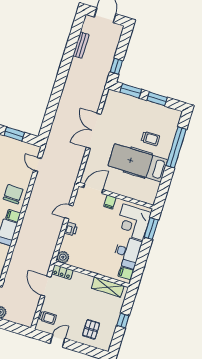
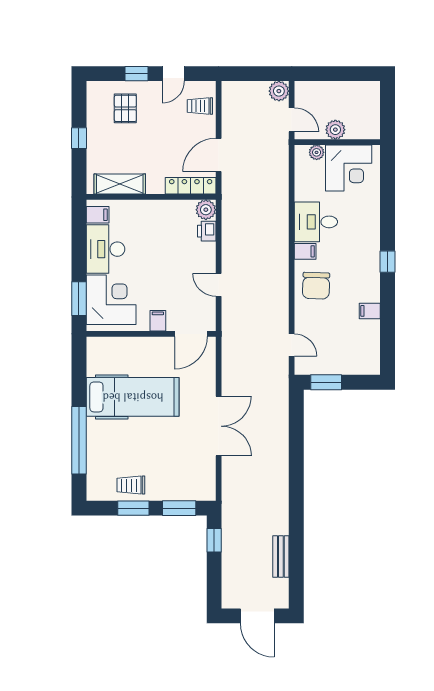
window: (14, 134) -> (326, 382), moved
trolley: (150, 139) -> (131, 485), moved
door: (69, 212) -> (219, 285), swing flipped
printer: (71, 229) -> (207, 231), moved
locker: (62, 272) -> (191, 186), width x1.53
door: (46, 286) -> (219, 155), swing flipped
window: (79, 347) -> (137, 74), added

